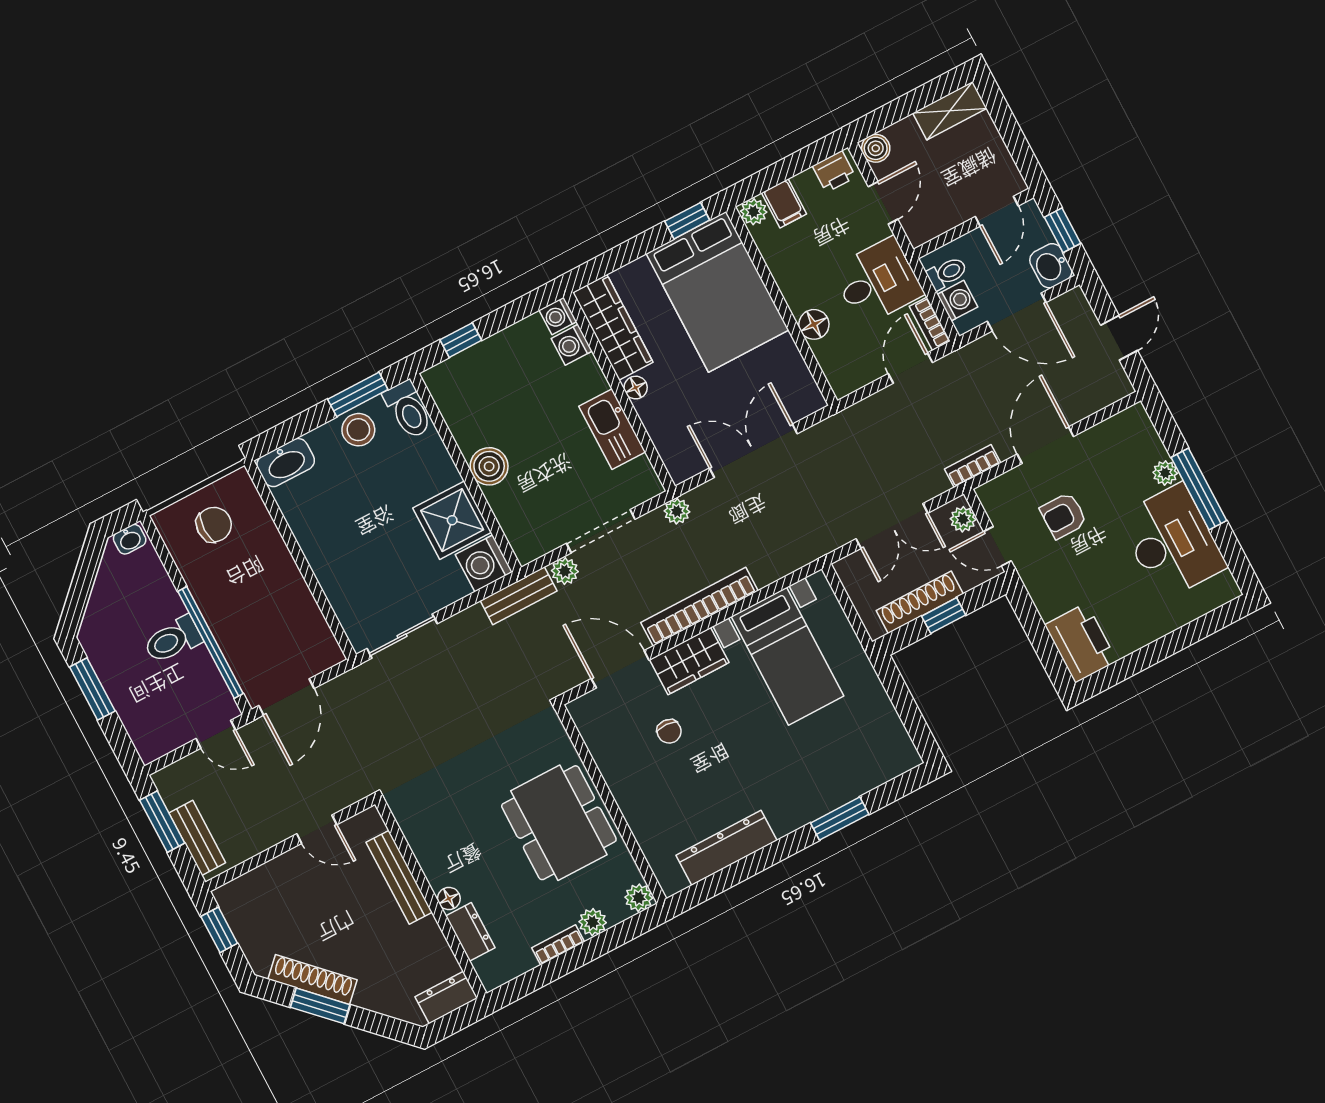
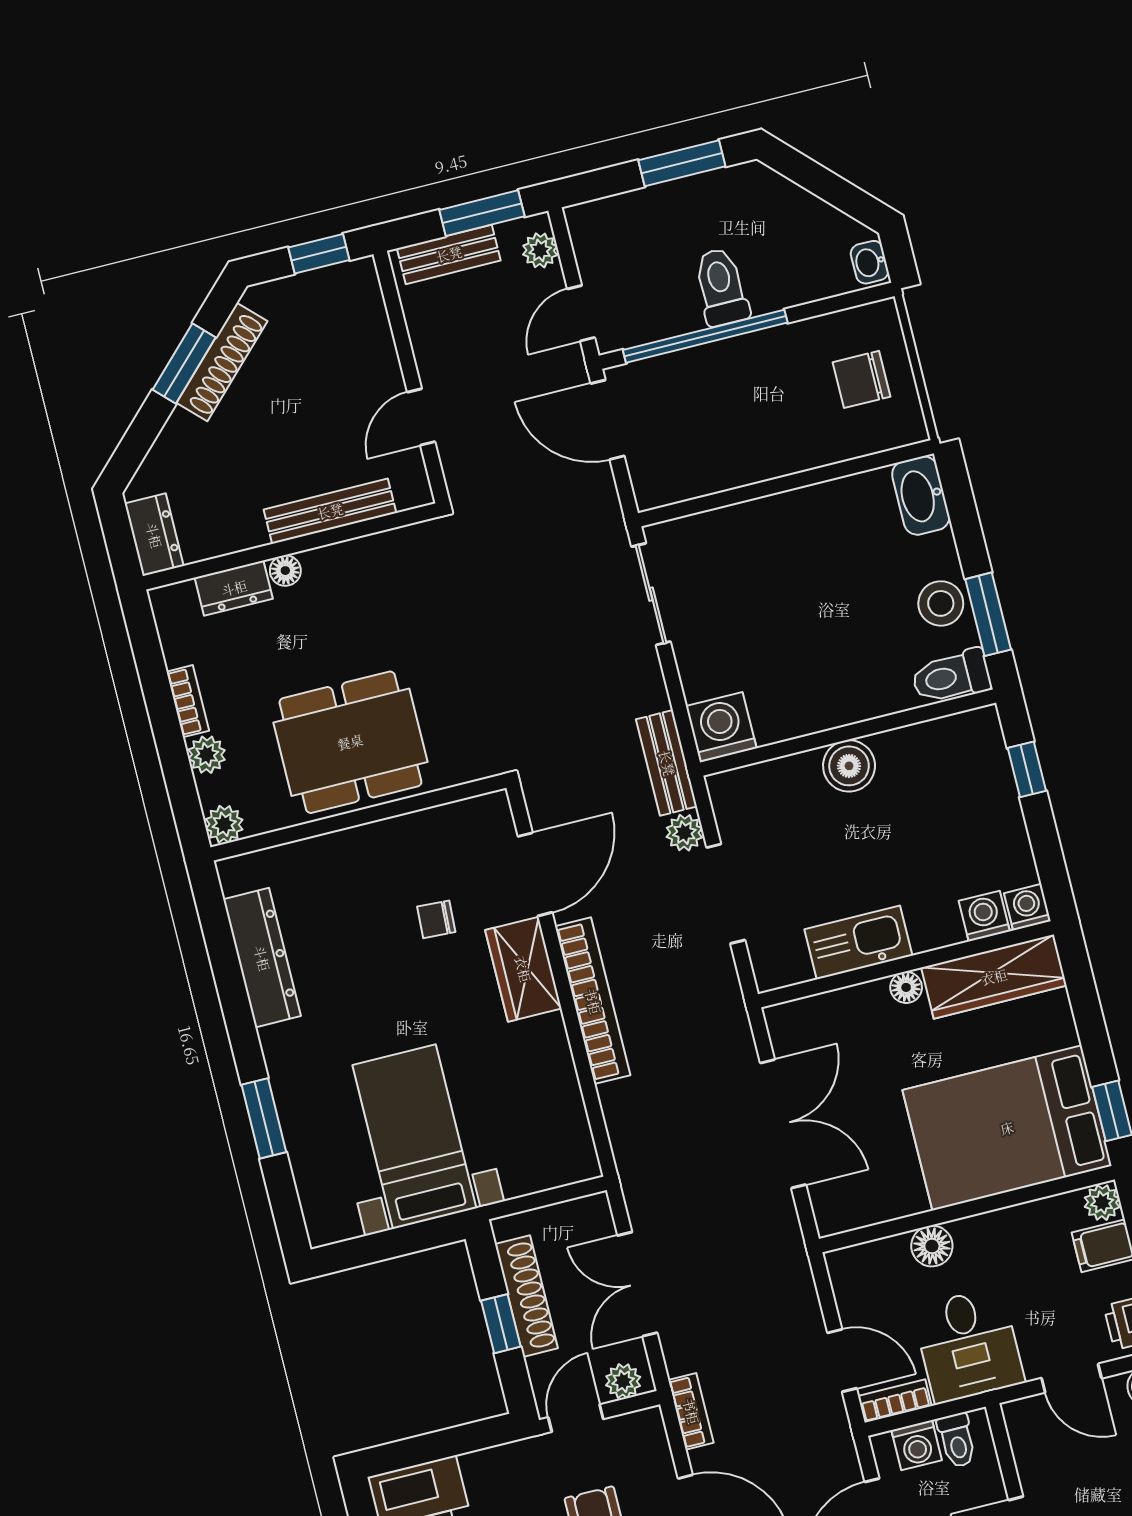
plant: (677, 511) -> (540, 250), moved
shower: (452, 520) -> (789, 699), removed
chair: (214, 525) -> (861, 379), turned 90
bed with nightstands: (788, 656) -> (414, 1137), moved, turned 90

